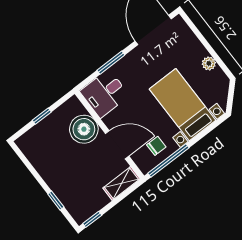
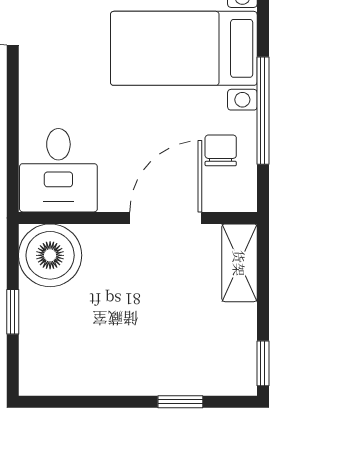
window: (111, 63) -> (13, 117), removed
boiler: (84, 129) -> (50, 255), moved
window: (168, 160) -> (263, 111), moved

